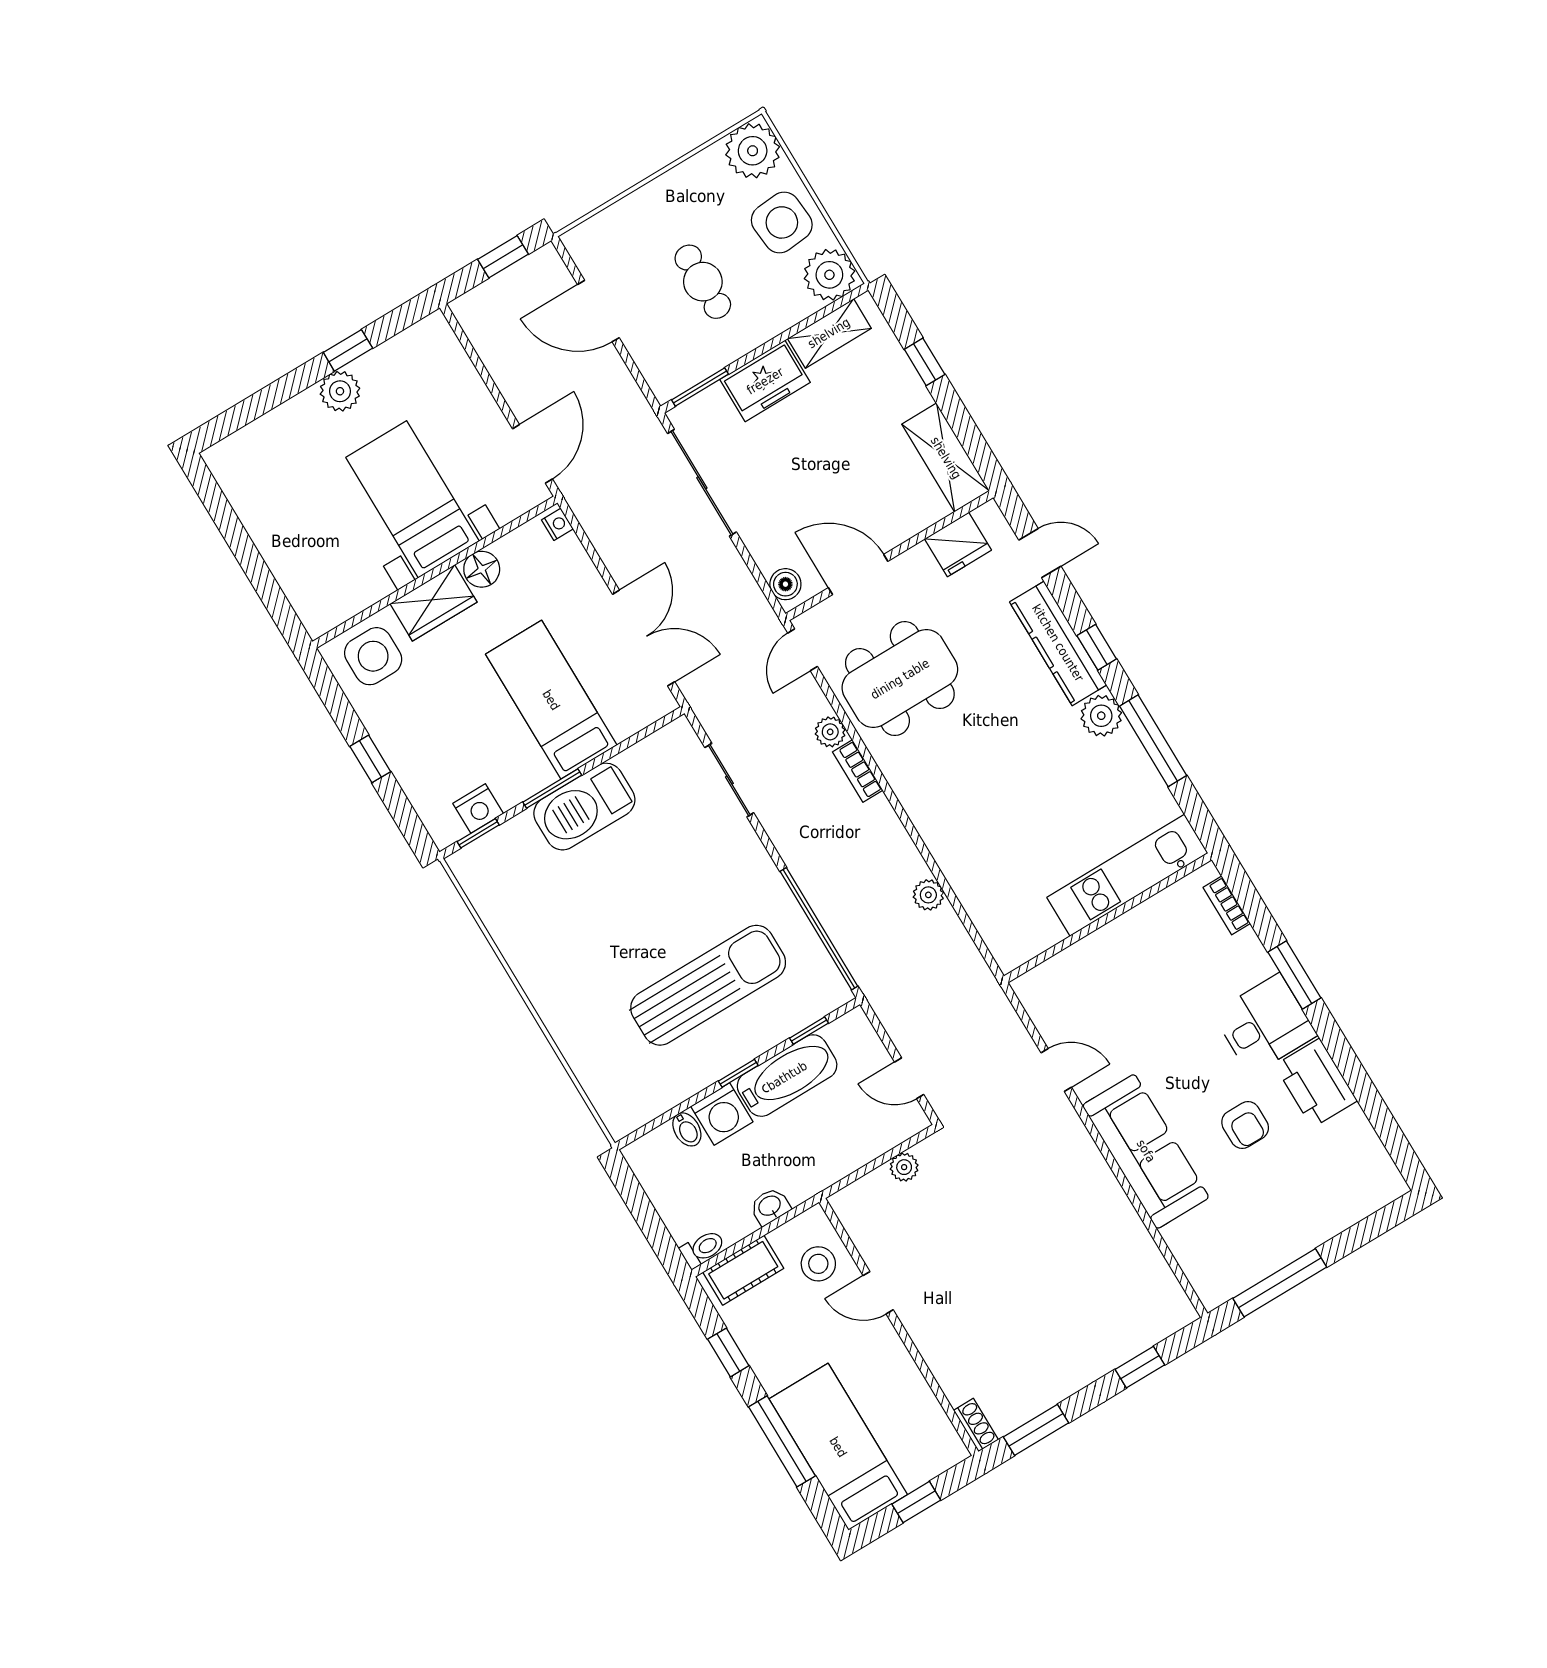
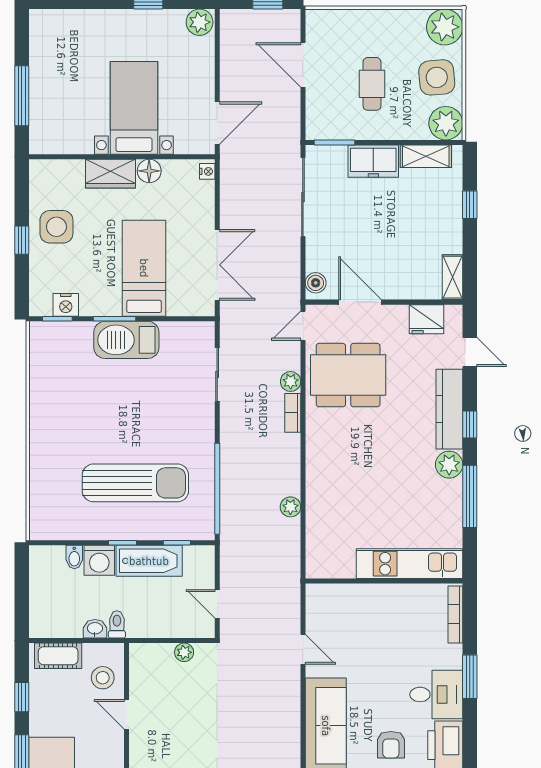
plant: (340, 391) -> (200, 22), moved
shelving: (946, 458) -> (453, 277), width x0.67, depth x0.75
window: (257, 572) -> (22, 96), added
side table: (373, 656) -> (56, 227), moved
bookcase: (1227, 905) -> (455, 614), width x1.56
toilet: (703, 1249) -> (117, 624), moved, turned -90

